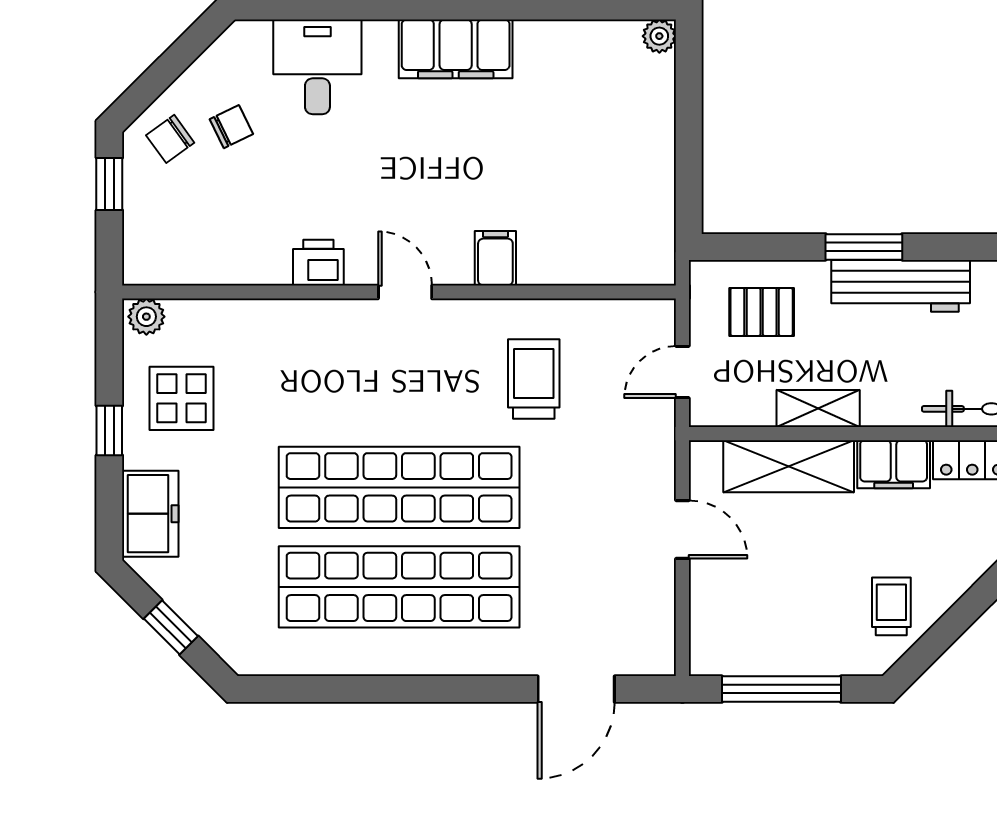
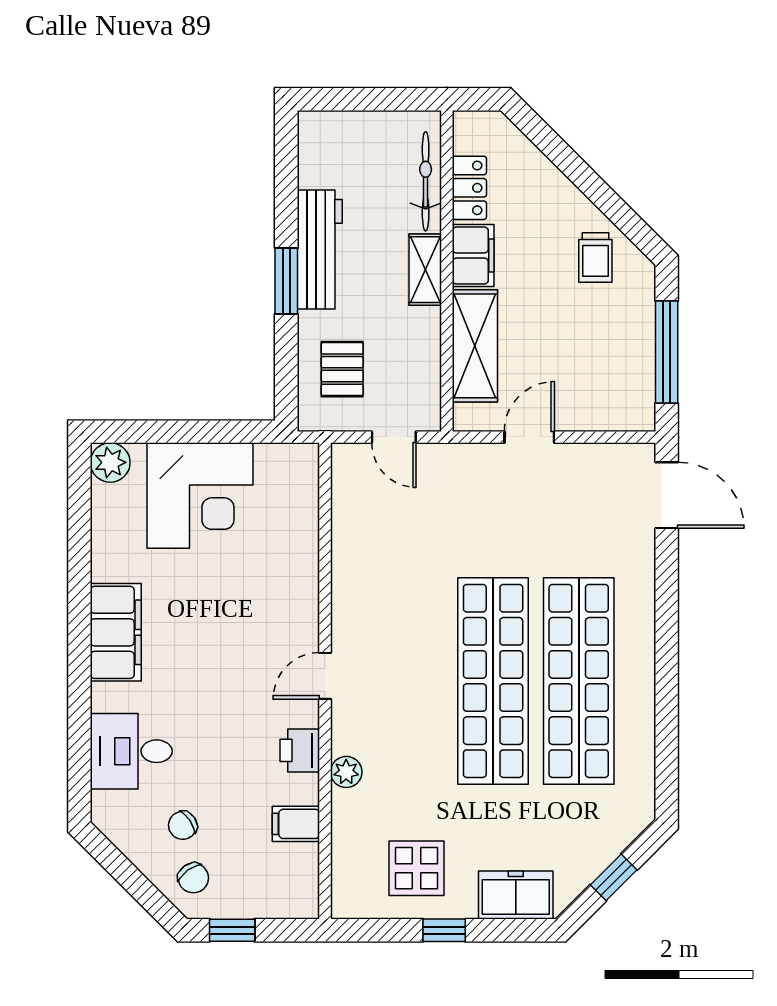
plant: (659, 36) -> (110, 462), width x1.38, depth x1.38
chair: (231, 127) -> (183, 825), turned -98
corner desk: (615, 147) -> (200, 496), added
filing cabinet: (495, 258) -> (296, 824), moved
plant: (146, 317) -> (346, 772), moved
trolley: (534, 379) -> (400, 565), removed
shelving: (818, 409) -> (425, 270), moved
trolley: (891, 606) -> (595, 257), turned -90
door: (576, 689) -> (667, 495), moved

